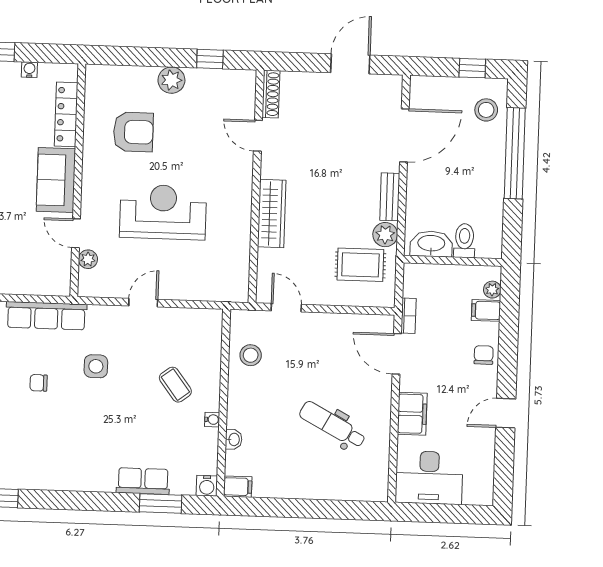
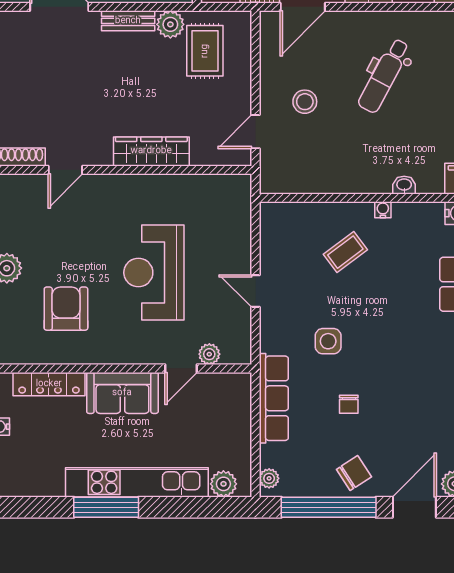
stool: (251, 355) -> (305, 102), moved

